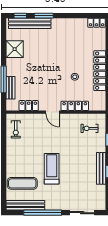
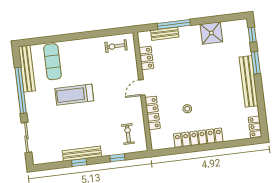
bench: (30, 23) -> (249, 81), moved
treadmill: (52, 169) -> (74, 95), turned 180

